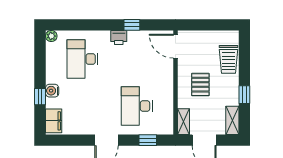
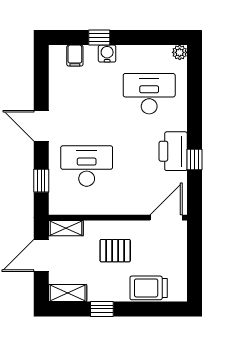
printer: (119, 37) -> (173, 151), width x1.87, depth x1.48
filing cabinet: (54, 121) -> (75, 56), width x0.50

